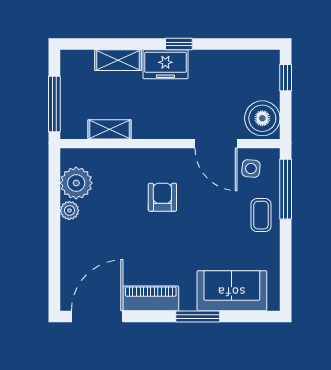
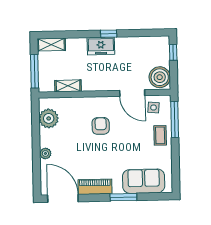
shelving: (118, 60) -> (51, 45), moved
plant: (69, 210) -> (45, 153), moved
door: (97, 317) -> (63, 198), hinge flipped

